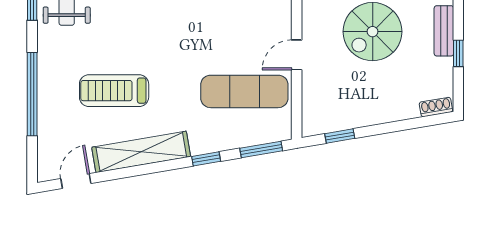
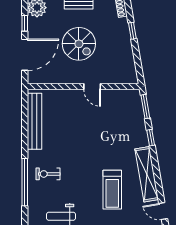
exercise mat: (244, 91) -> (113, 116), removed
window: (340, 136) -> (132, 31), moved

